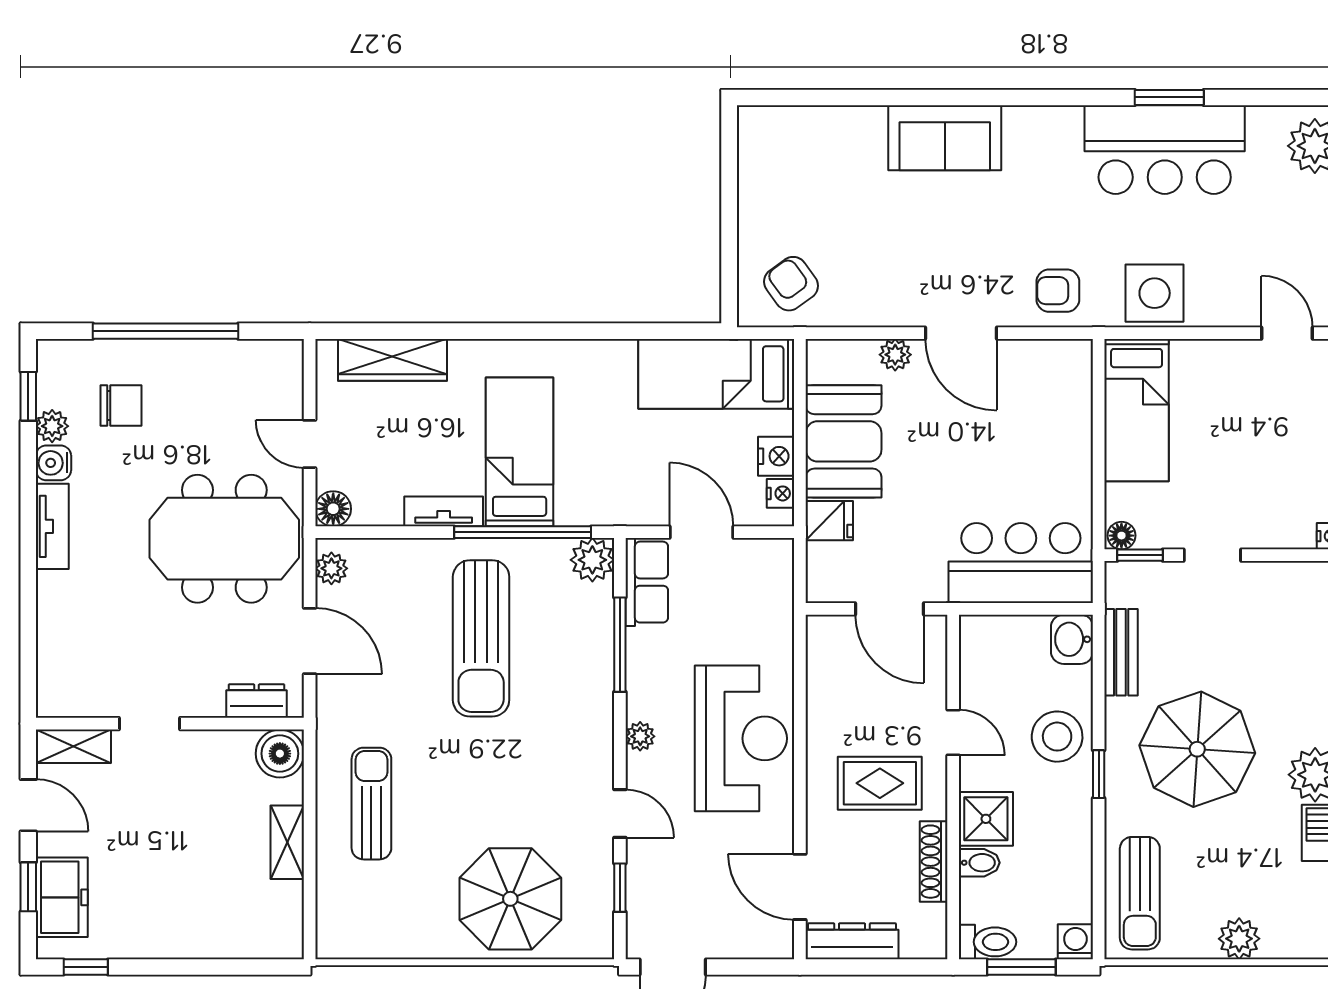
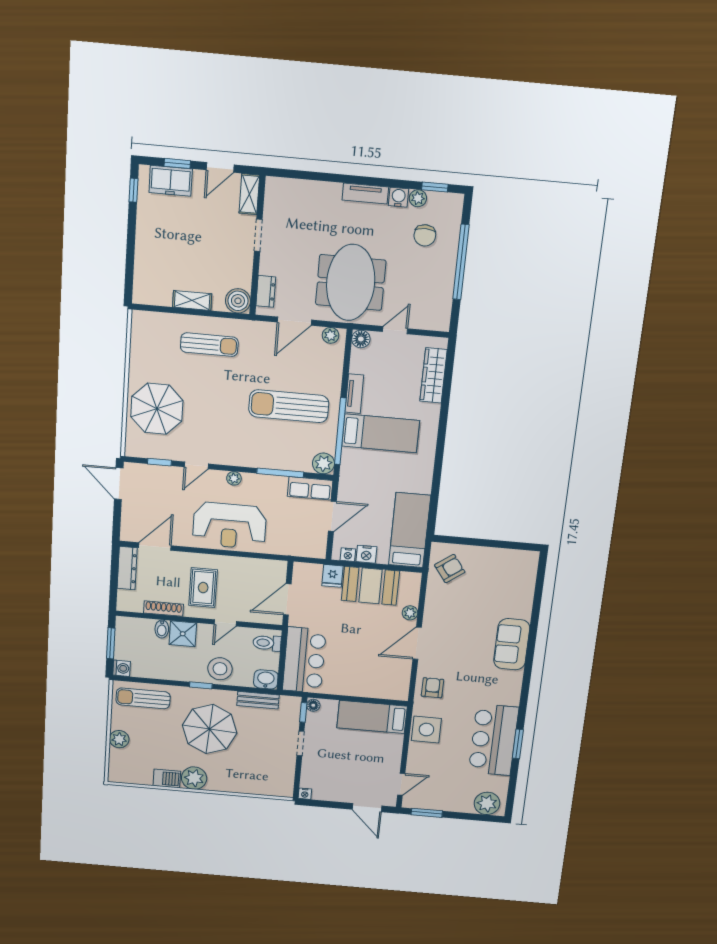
toilet: (988, 942) -> (267, 643), moved, turned 90

